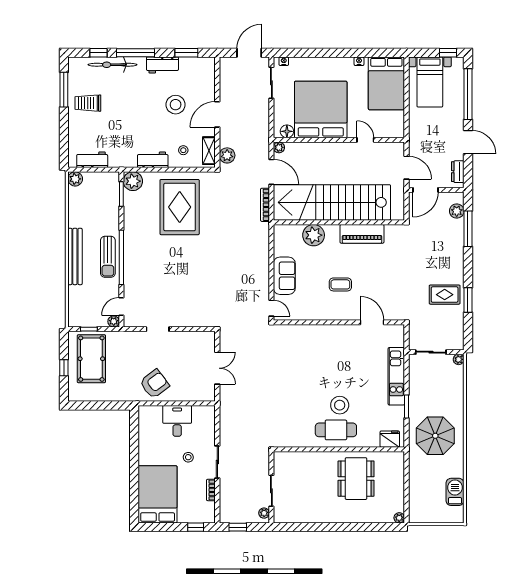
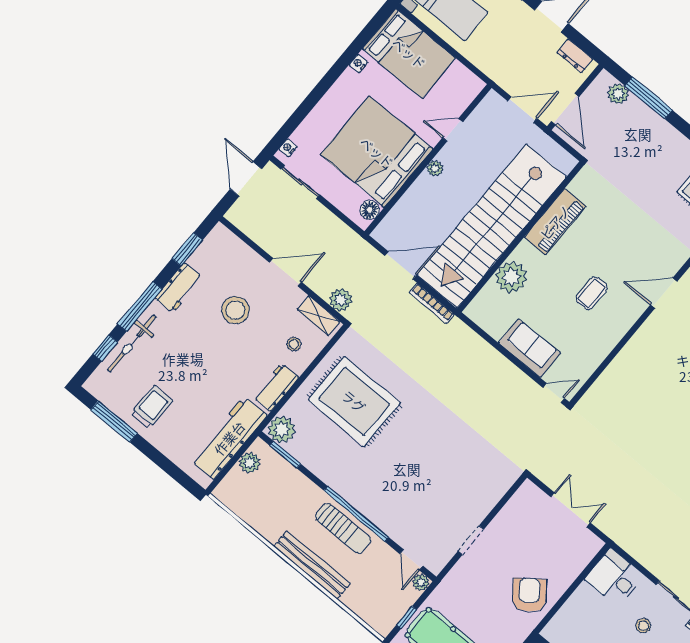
trolley: (88, 103) -> (152, 407), turned 180
door: (217, 114) -> (285, 272), swing flipped
plant: (279, 147) -> (435, 168), moved
workbench: (92, 160) -> (229, 438), width x1.88, depth x1.32
plant: (75, 179) -> (250, 463), moved
desk: (177, 421) -> (614, 578), moved

